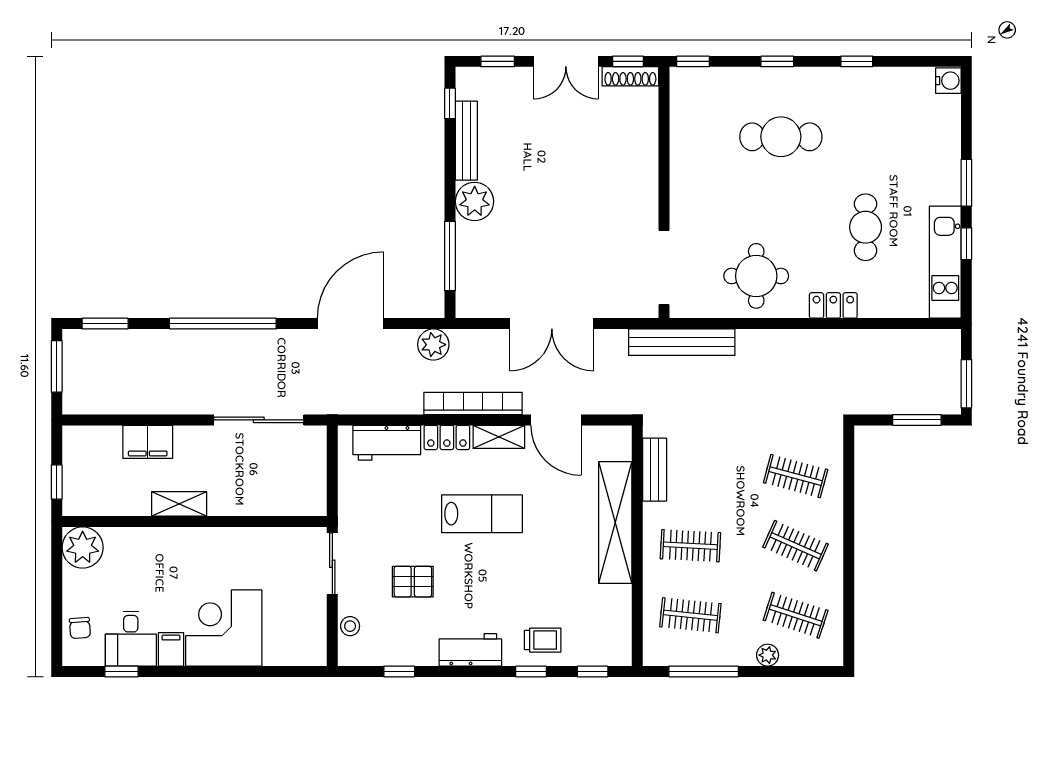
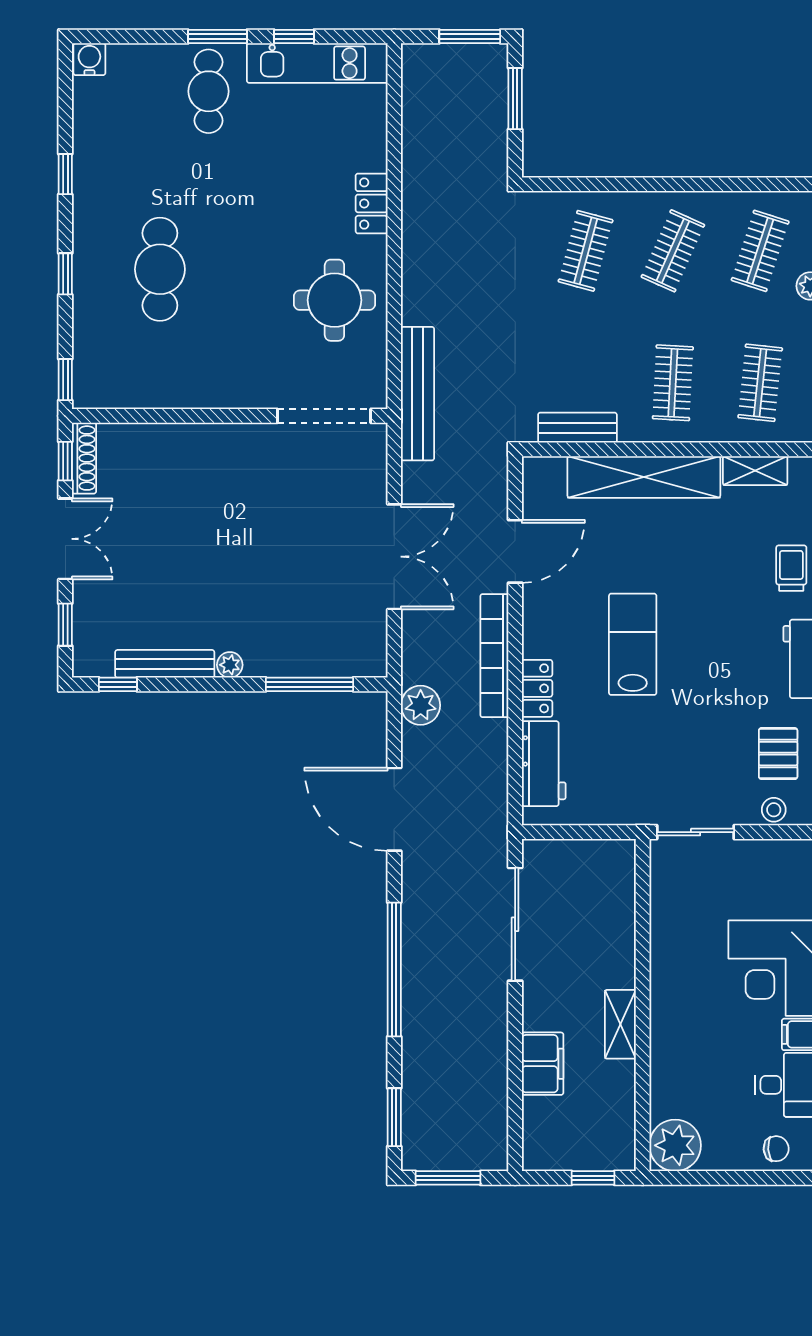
plant: (475, 201) -> (230, 665), width x0.53, depth x0.53
cafe table: (866, 227) -> (208, 91), moved, turned 90
shelving: (499, 437) -> (755, 471), moved, turned 90
pallet: (413, 582) -> (778, 754), moved

